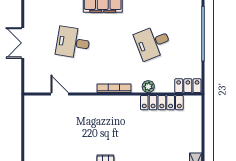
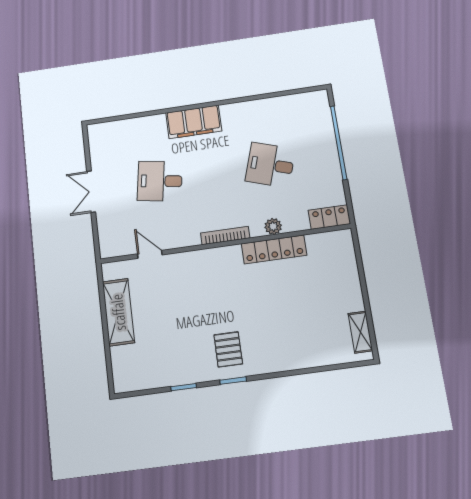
desk: (153, 42) -> (270, 165), turned 39
locker: (162, 103) -> (274, 249), moved
shelving: (33, 131) -> (118, 312), added

